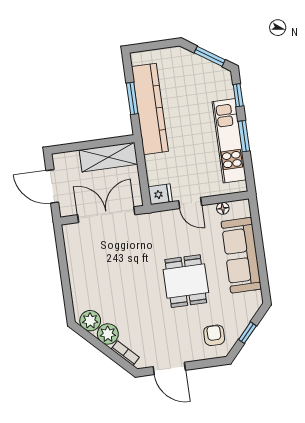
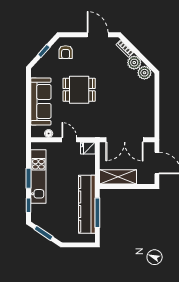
window: (132, 98) -> (97, 213), width x1.44
dining table: (186, 281) -> (79, 90), turned 90

